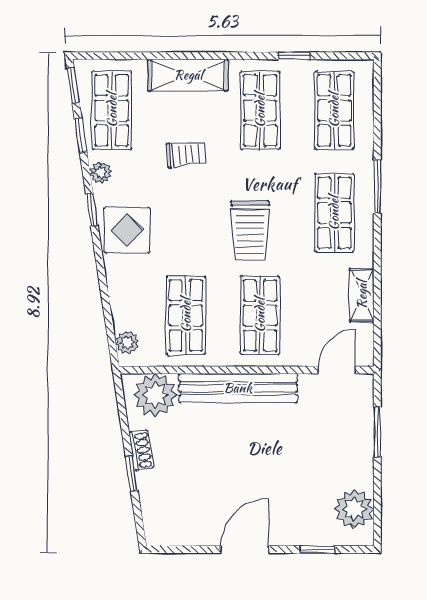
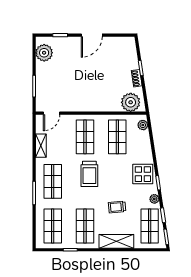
trolley: (250, 230) -> (89, 174), turned 180
bench: (238, 388) -> (94, 105), removed

